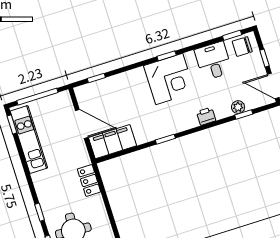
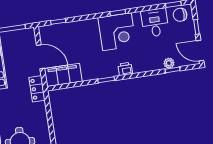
printer: (206, 116) -> (125, 69), moved
locker: (89, 180) -> (37, 89), moved

